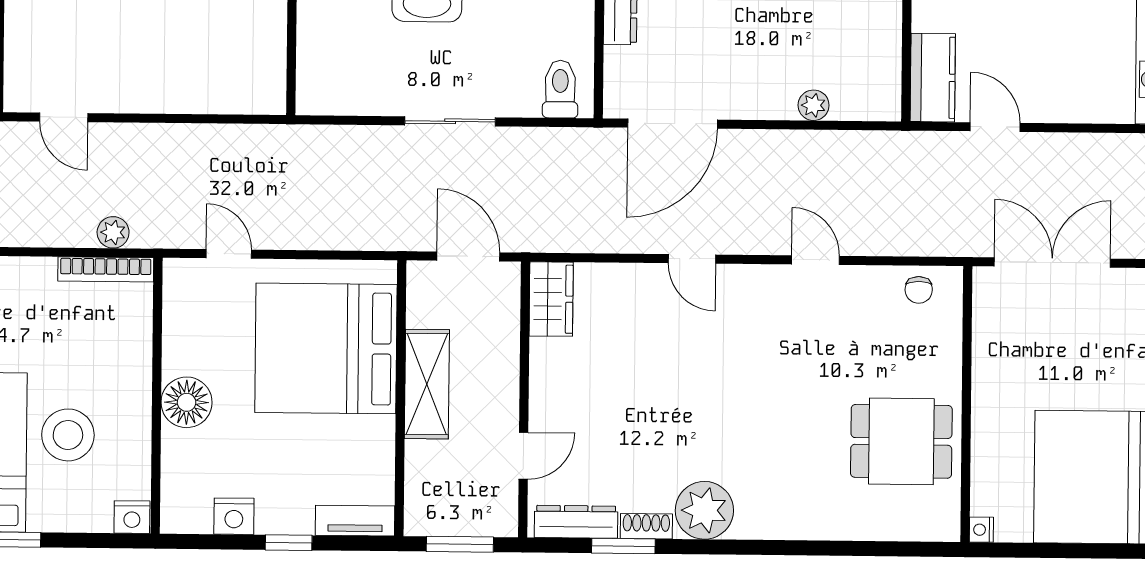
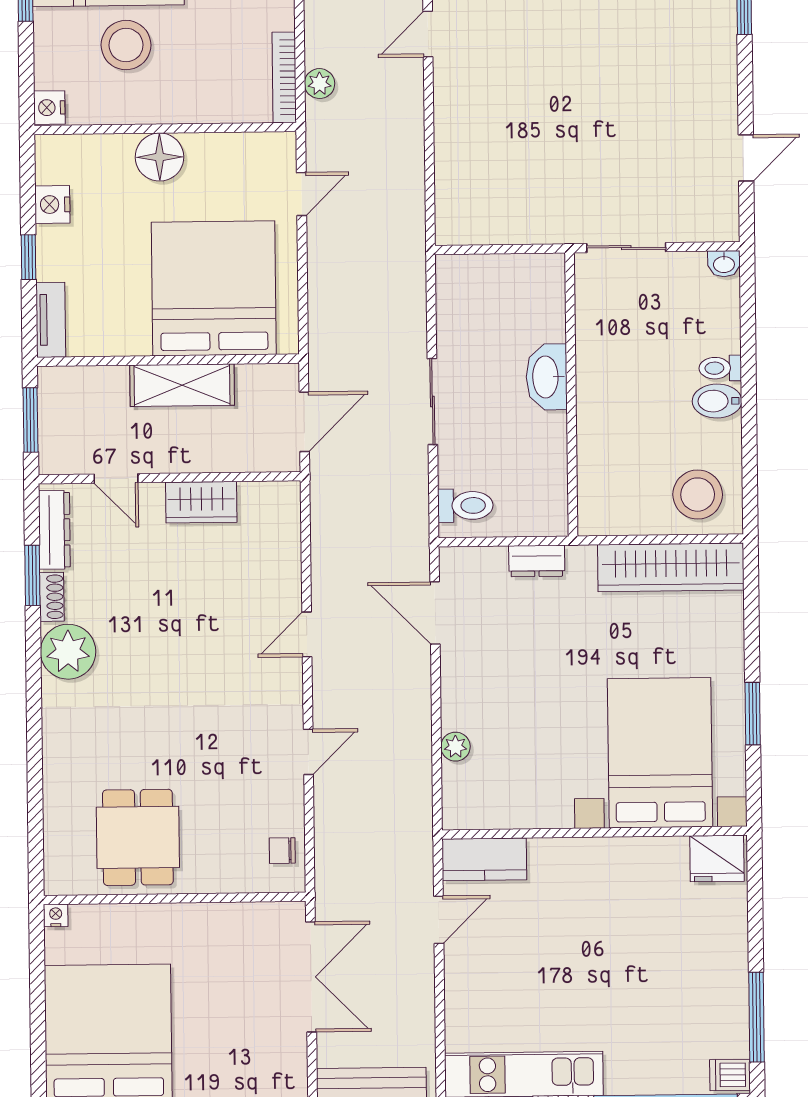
door: (673, 124) -> (435, 613), width x0.73
wardrobe: (551, 299) -> (201, 502), moved

